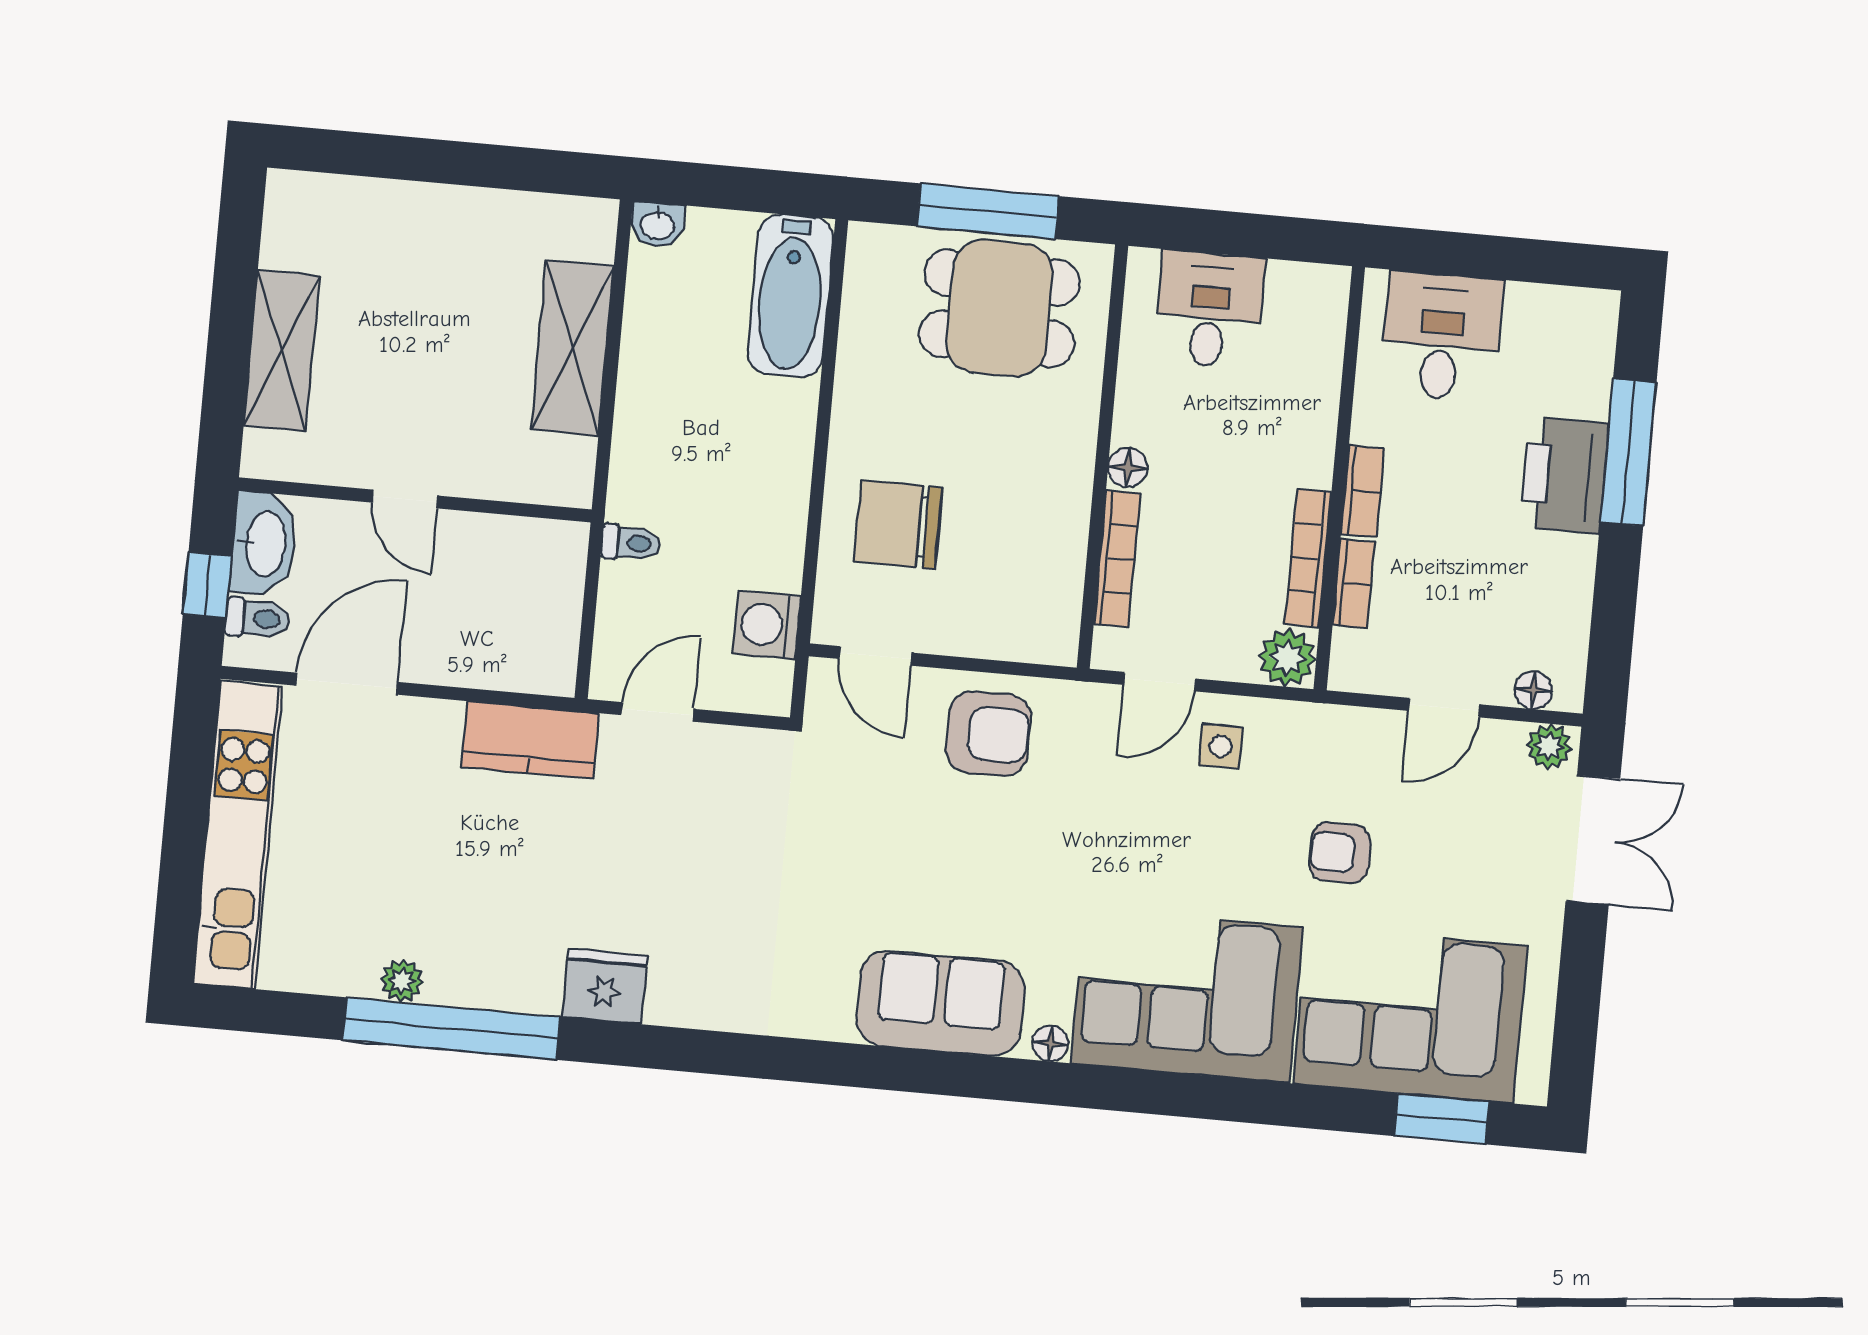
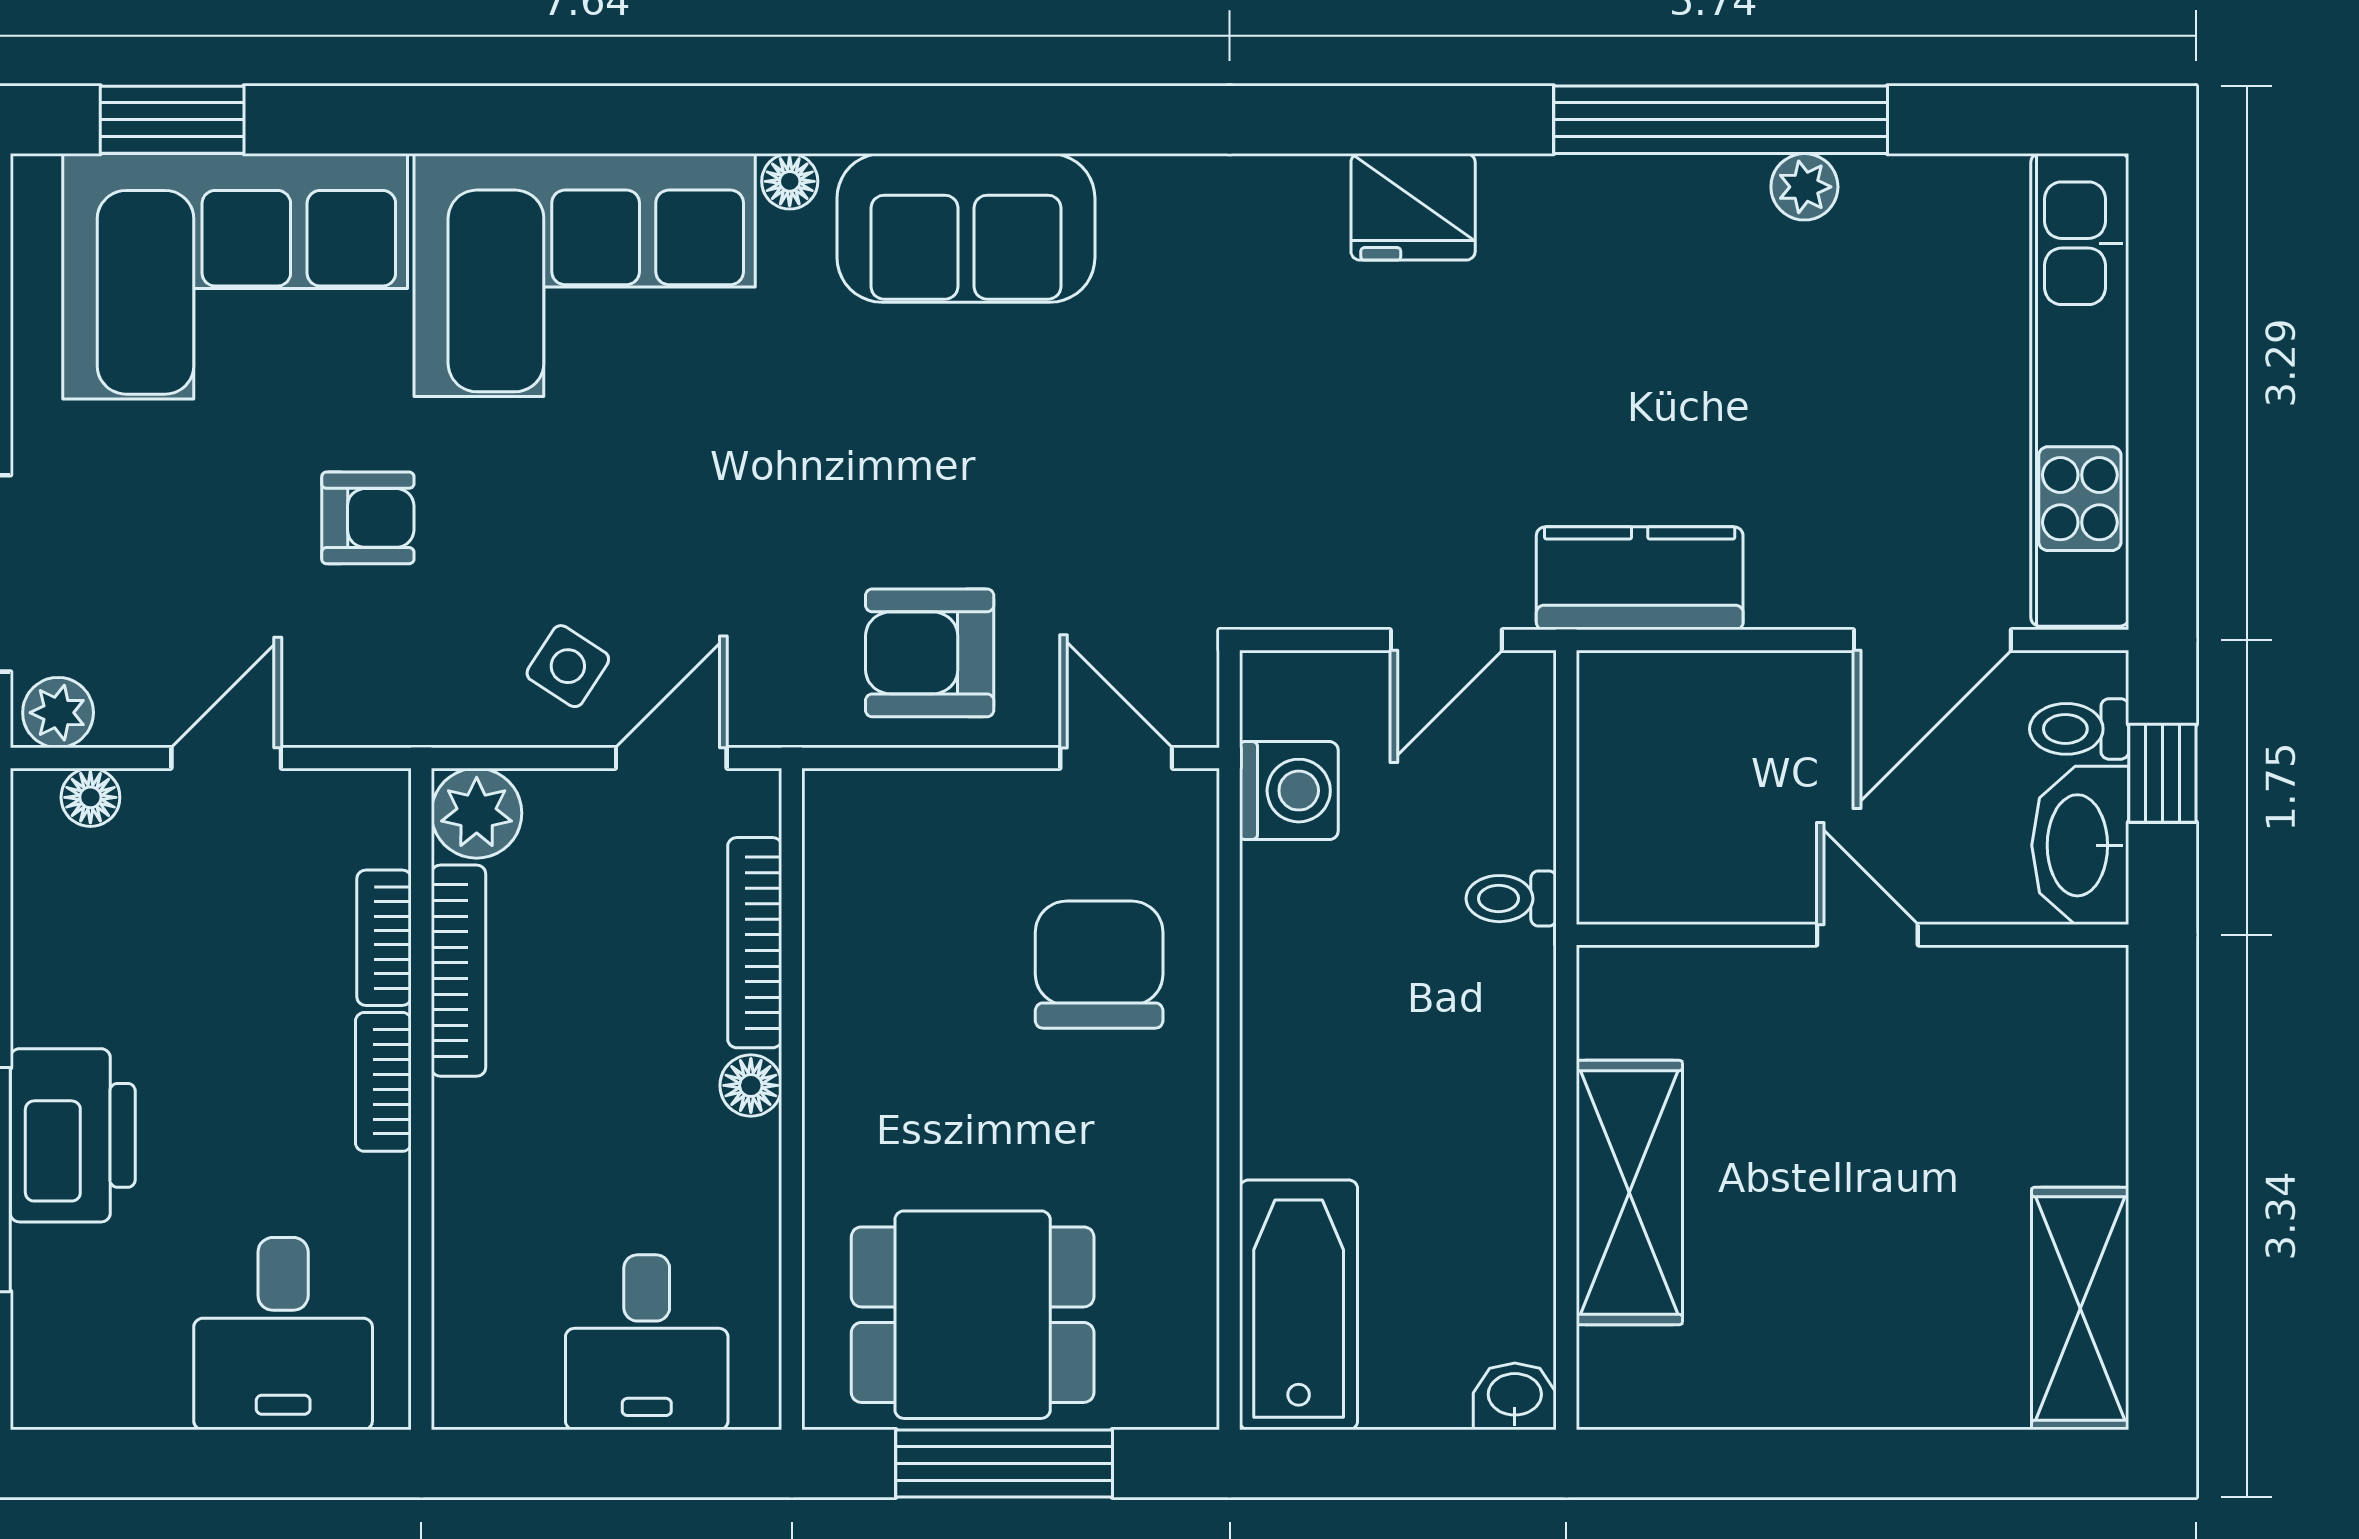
shelving: (282, 351) -> (2080, 1308), moved
chair: (898, 525) -> (1099, 965), turned -90
side table: (1220, 746) -> (568, 666), turned 33
fridge: (605, 986) -> (1413, 207), moved

